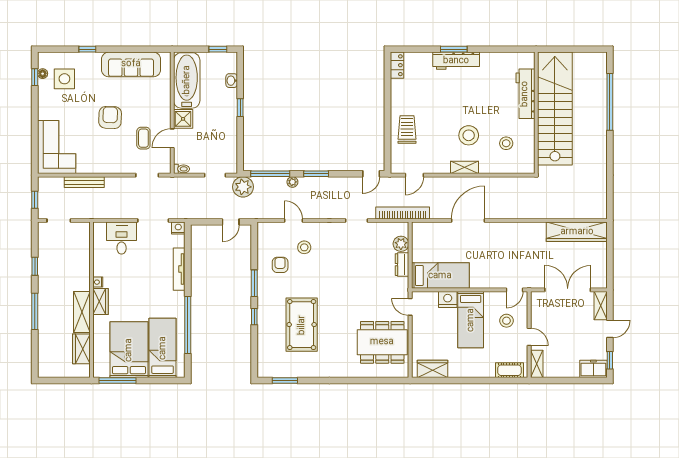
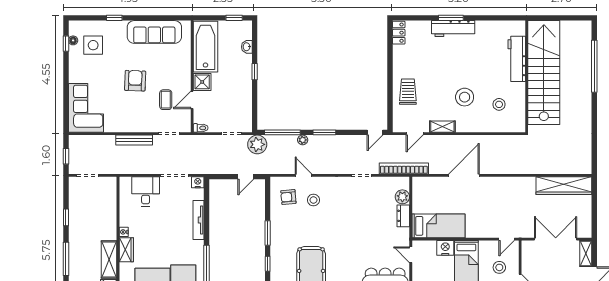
shelving: (464, 167) -> (442, 127), moved
bench: (84, 182) -> (134, 140), moved
armchair: (280, 265) -> (288, 197), moved, turned -95

